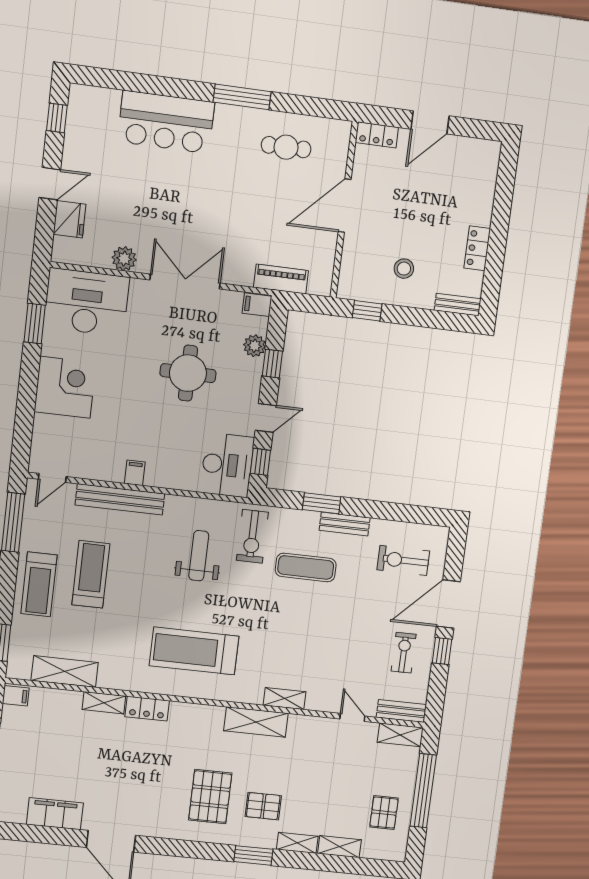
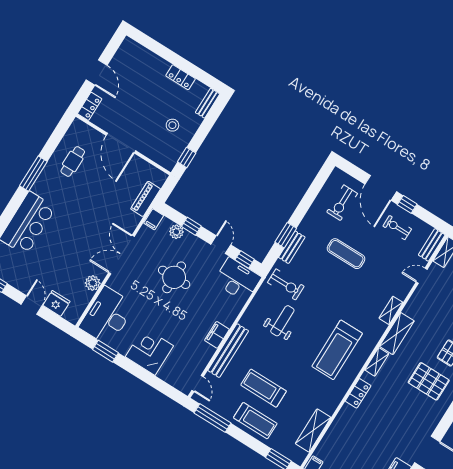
filing cabinet: (135, 473) -> (217, 335), width x2.00
bench: (345, 524) -> (292, 247), moved
weight bench: (199, 556) -> (282, 321), turned 90
exercise mat: (306, 567) -> (346, 254), moved, turned 90
shelving: (104, 703) -> (377, 362), moved

